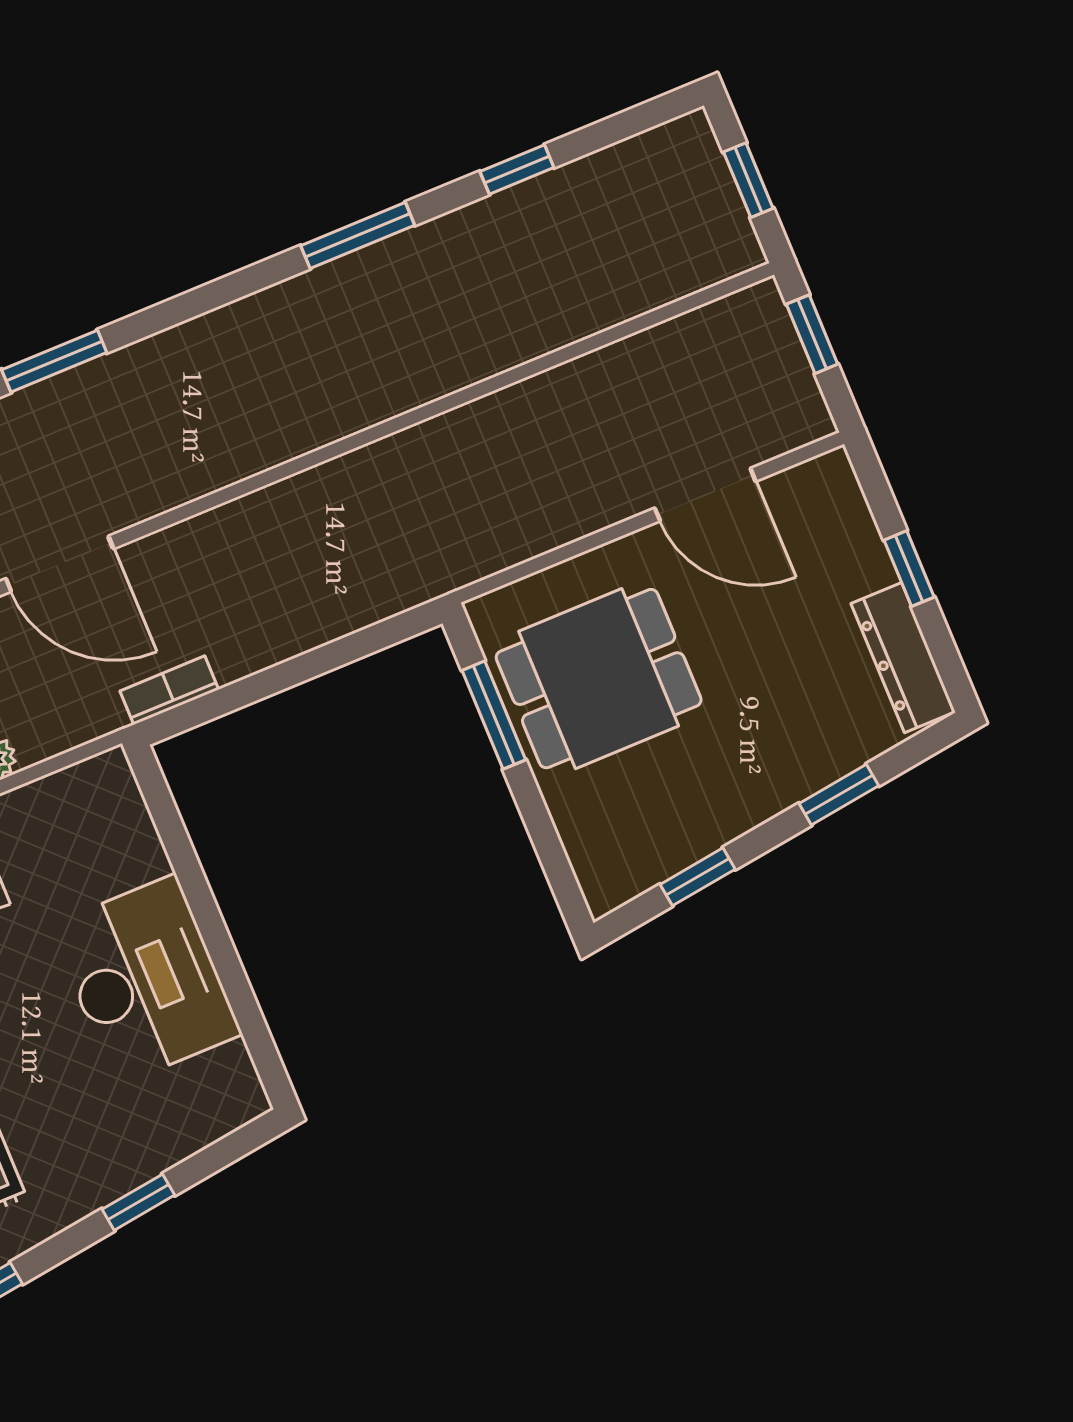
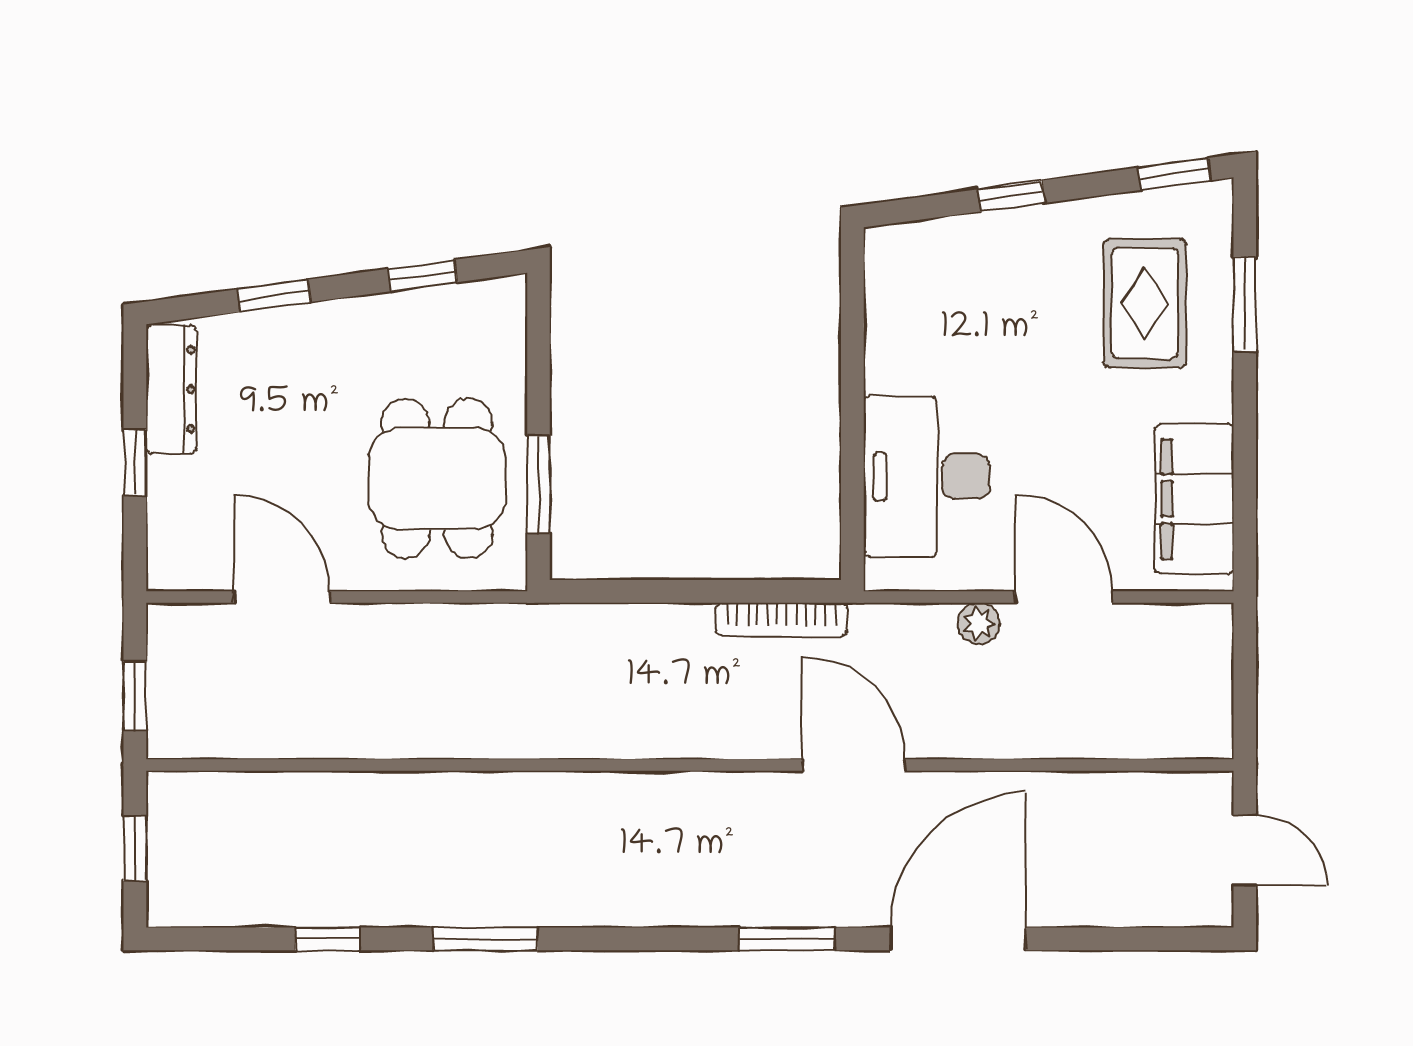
dining table: (599, 679) -> (437, 478), turned 90
bookcase: (169, 690) -> (781, 619), width x1.56
desk: (146, 980) -> (927, 476), moved

